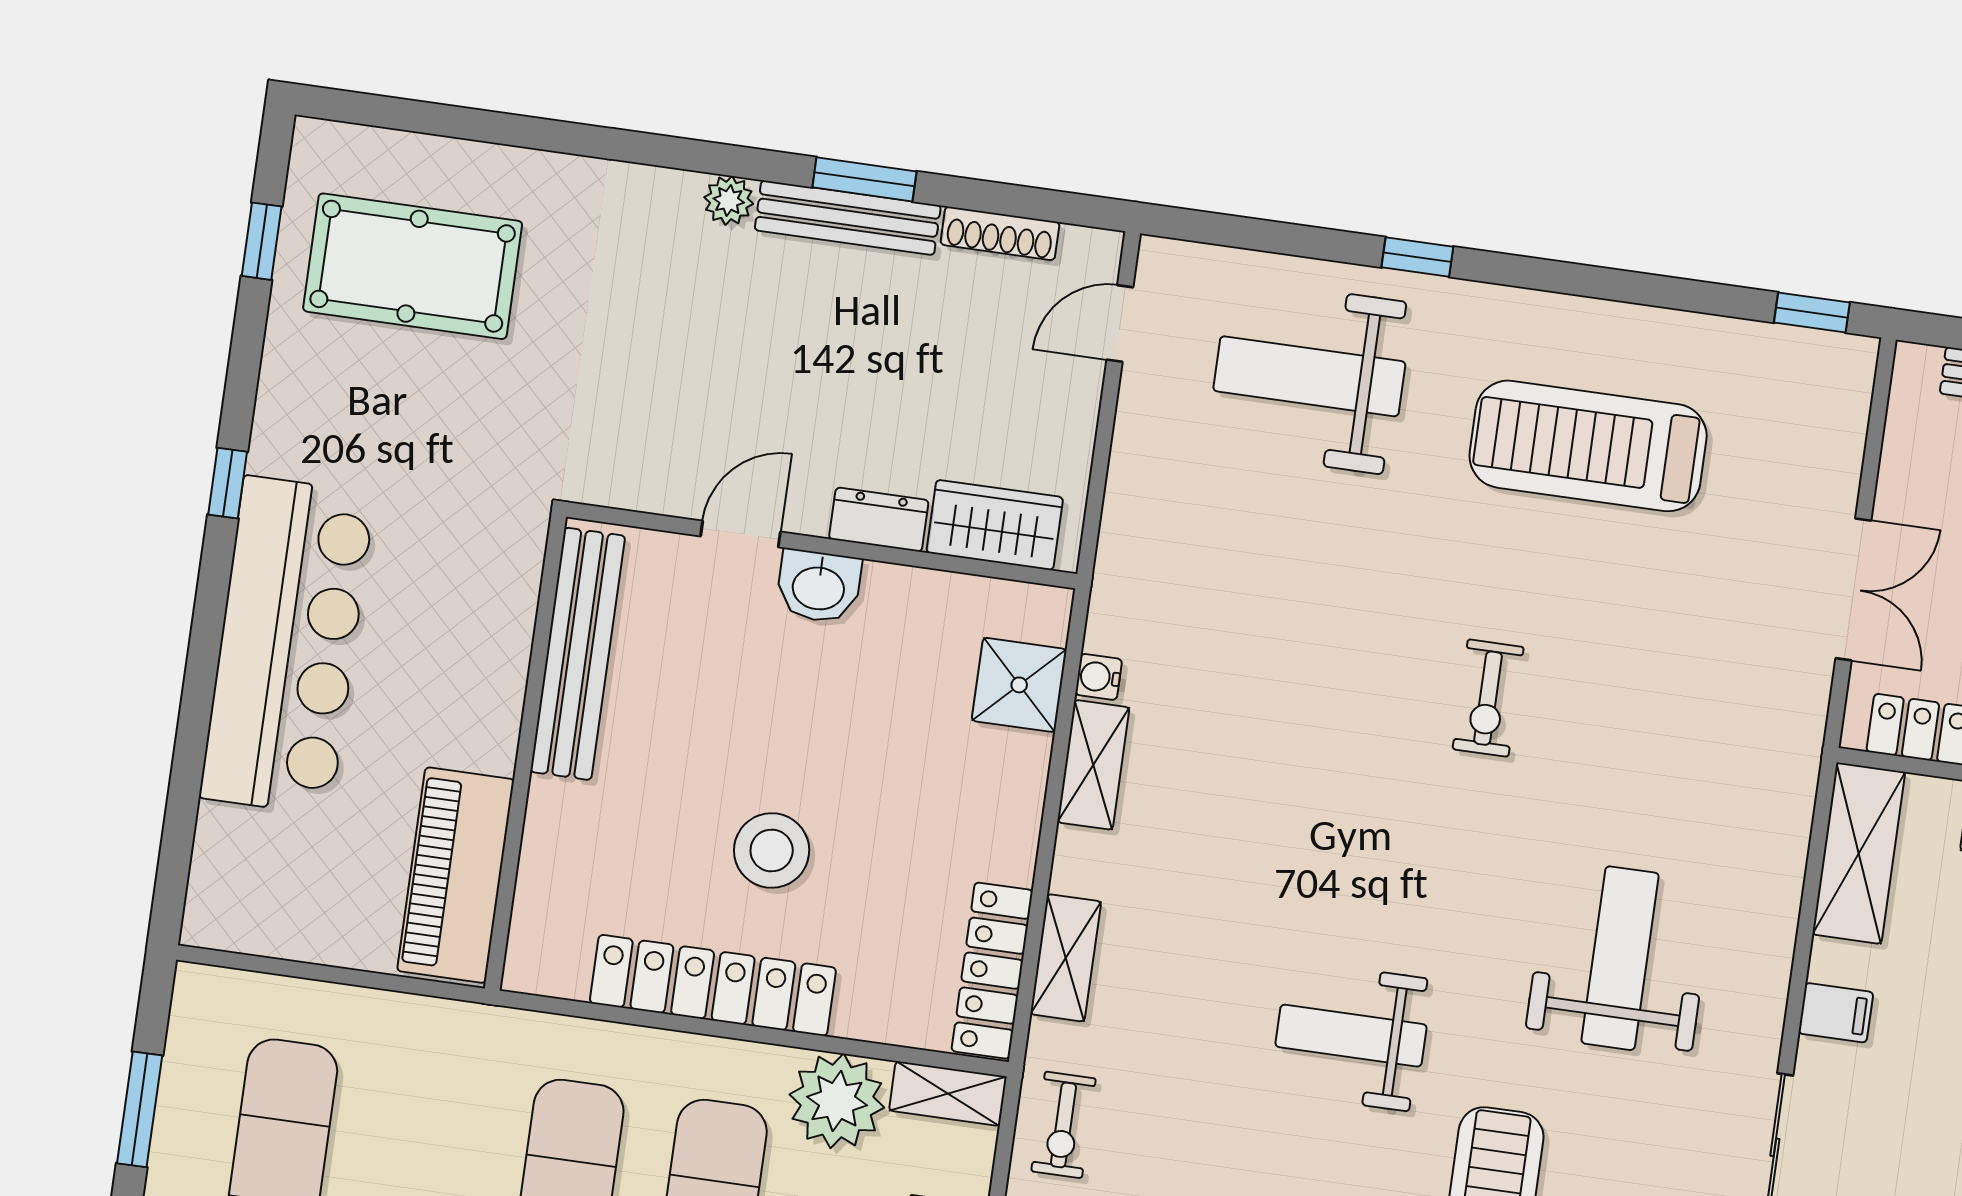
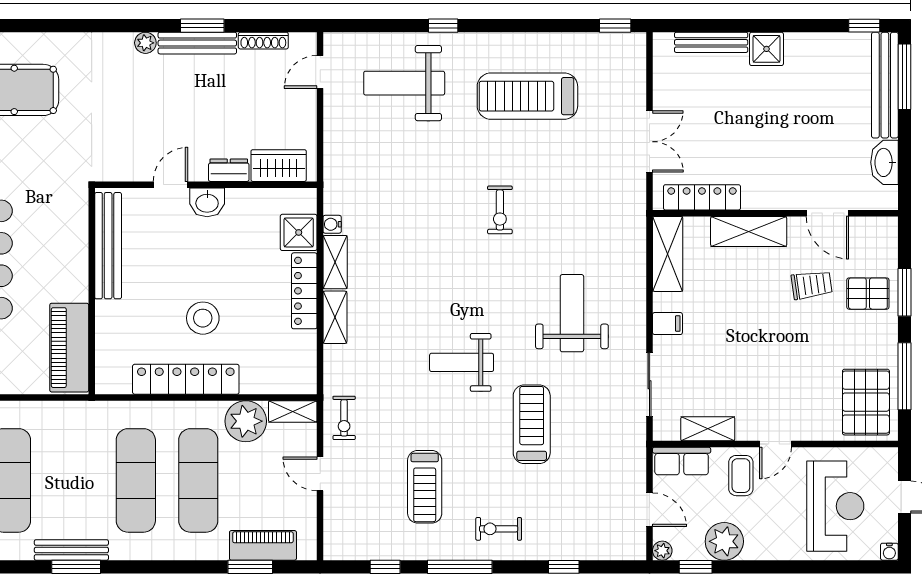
shelving: (1066, 958) -> (335, 317), moved
locker: (992, 971) -> (304, 291), moved

